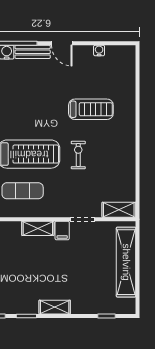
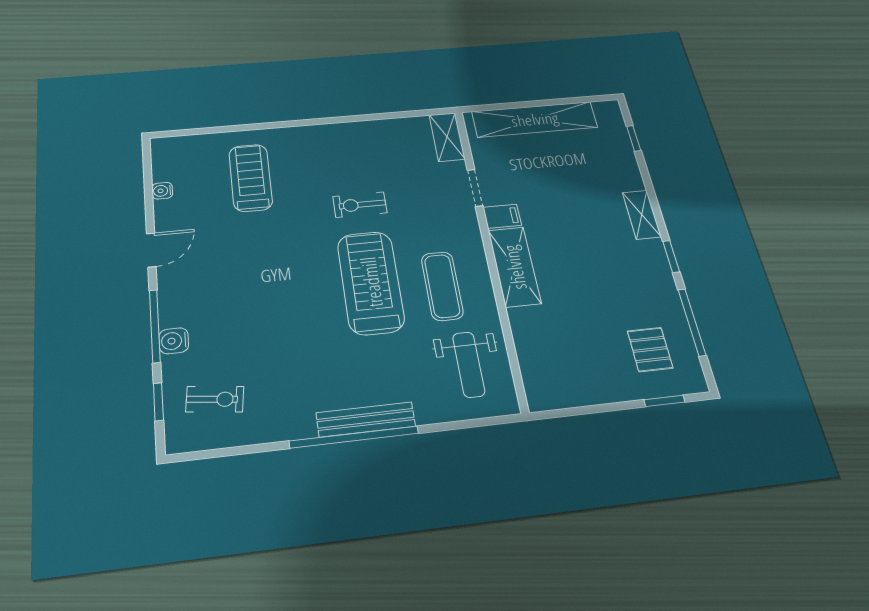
bench: (33, 52) -> (171, 296), removed
treadmill: (91, 109) -> (251, 178), moved
shelving: (38, 228) -> (514, 267), width x1.50, depth x1.33

